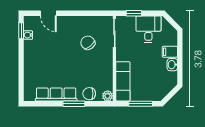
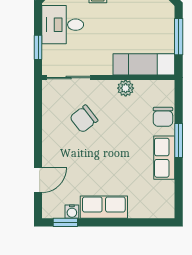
row of seats: (31, 56) -> (104, 207), added
row of seats: (56, 95) -> (164, 158), width x0.68
plant: (108, 96) -> (126, 88), moved

